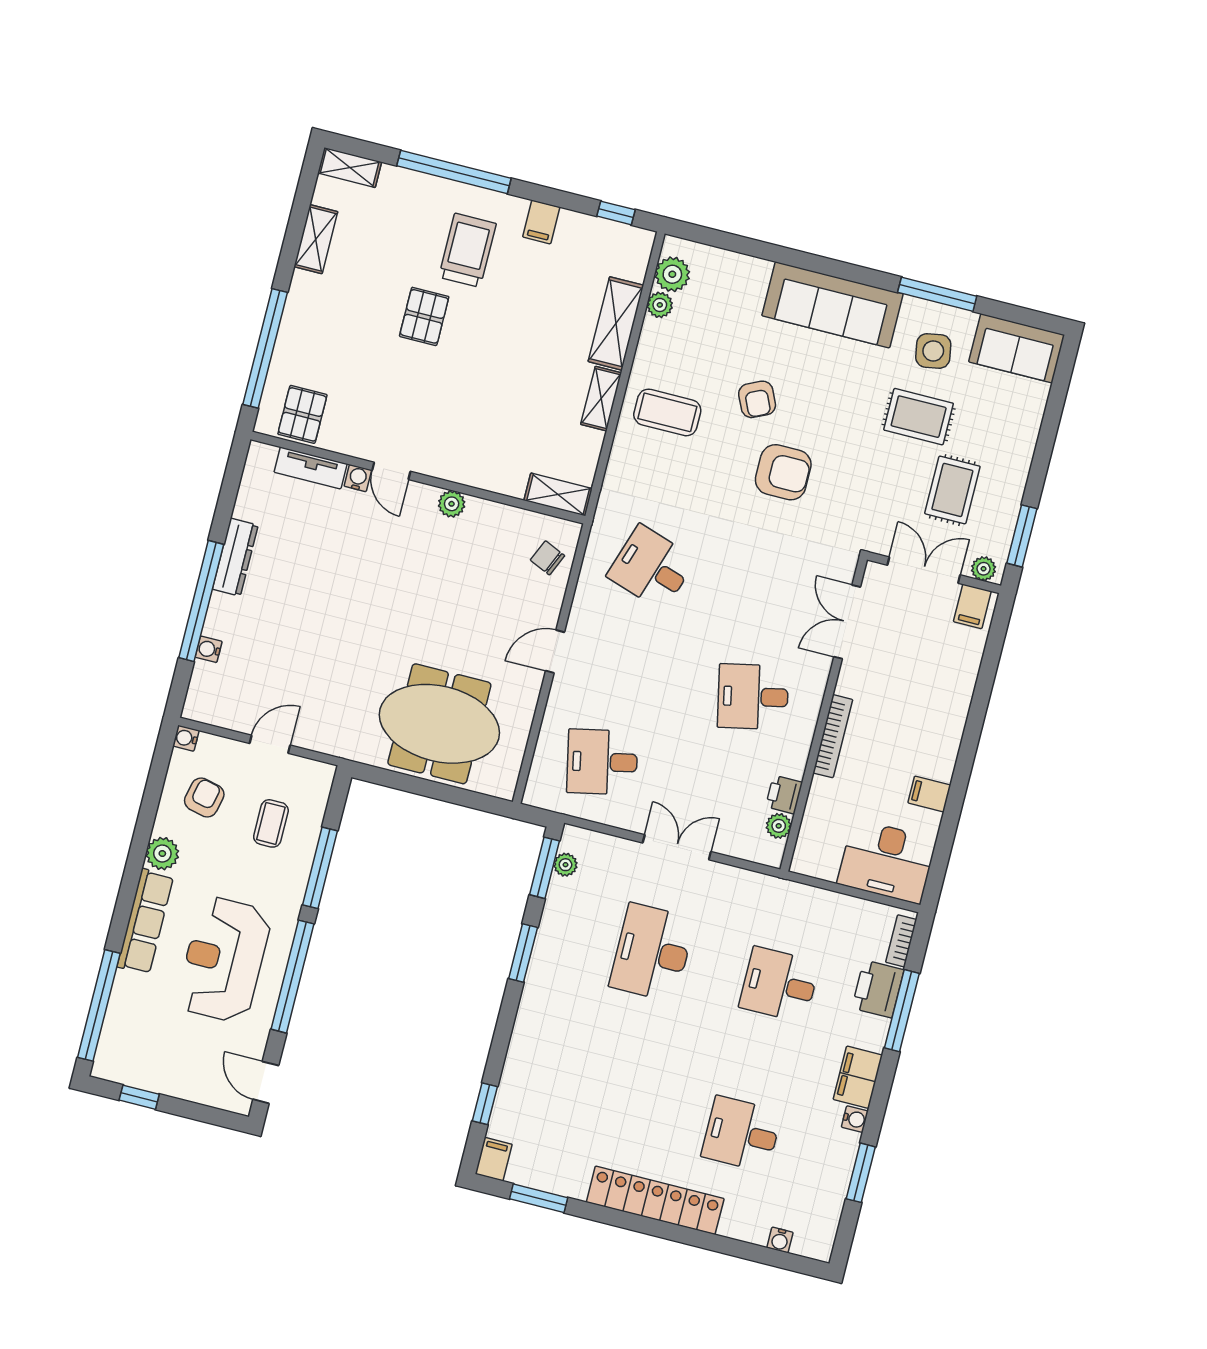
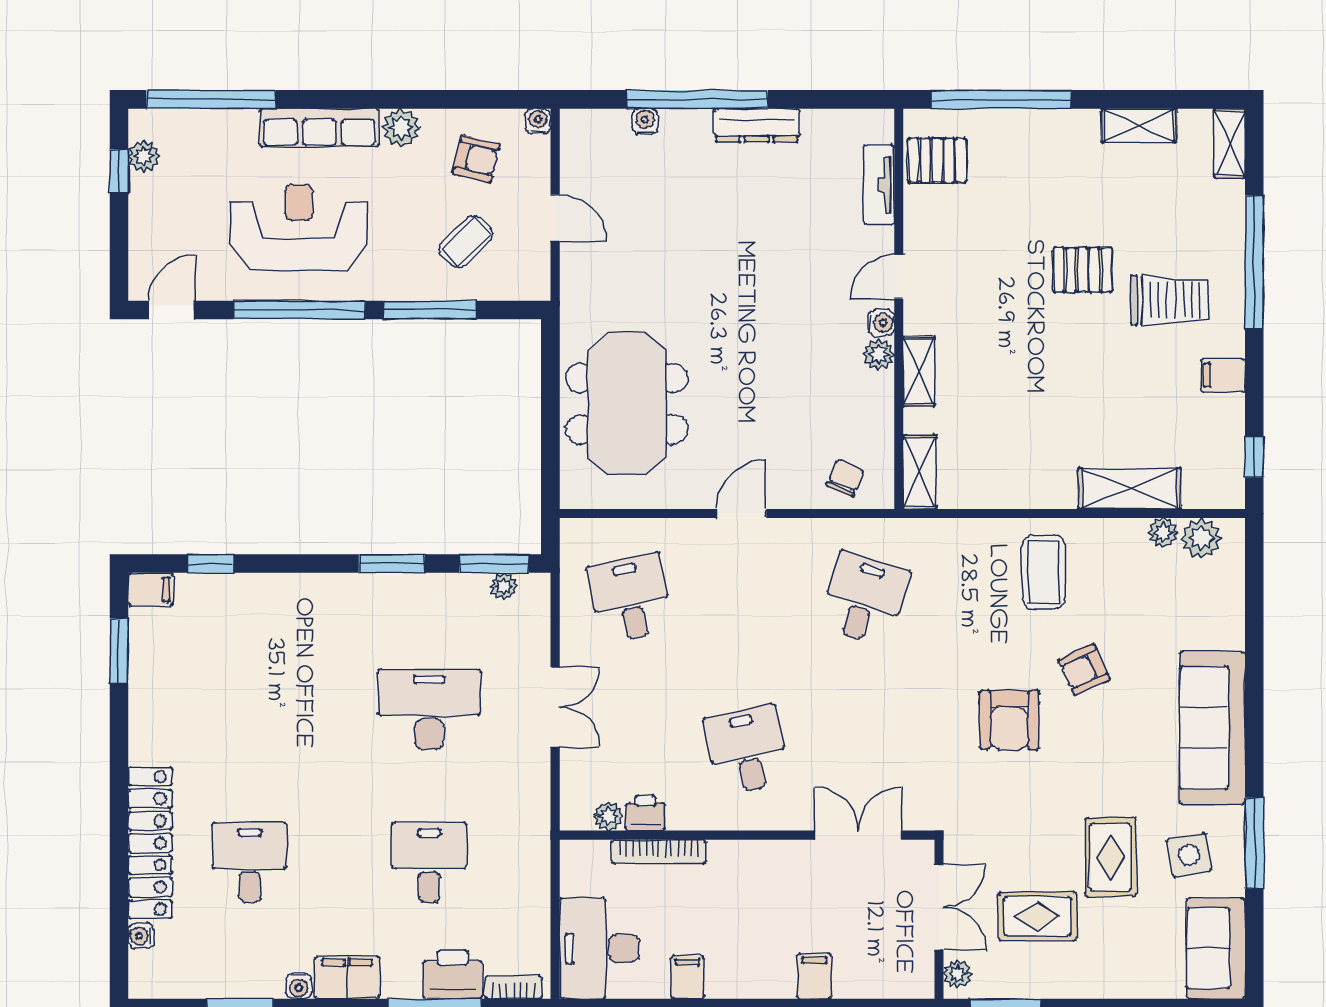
shelving: (601, 399) -> (919, 371), moved, turned 90
water cooler: (358, 478) -> (881, 323), moved
filing cabinet: (972, 606) -> (814, 976), moved, turned 90
door: (555, 652) -> (741, 513), hinge flipped
bookcase: (833, 736) -> (659, 852), moved
coffee table: (271, 823) -> (466, 242), turned -44
plant: (132, 1073) -> (144, 156), added
locker: (655, 1200) -> (150, 843), moved

